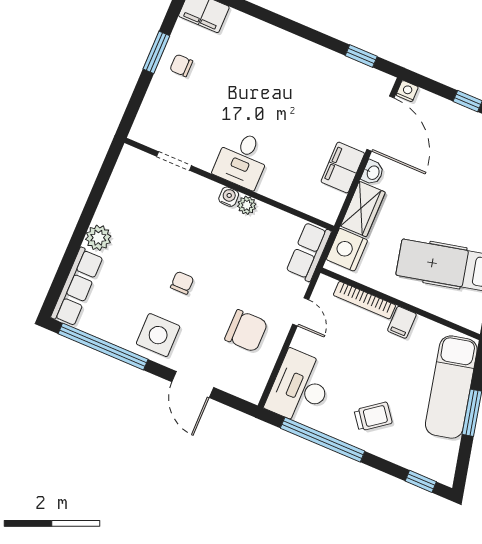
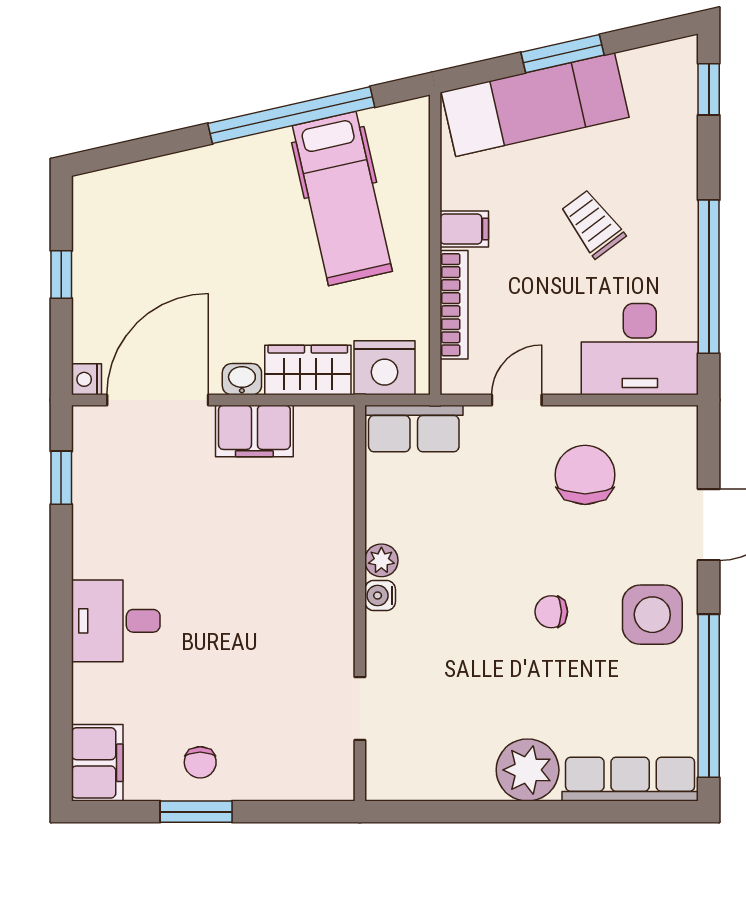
desk: (242, 160) -> (116, 621), moved, turned 180
plant: (98, 238) -> (528, 770), width x1.36, depth x1.36
trolley: (373, 417) -> (593, 224), moved

